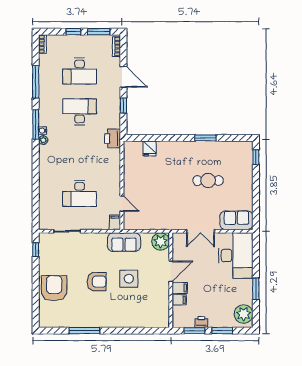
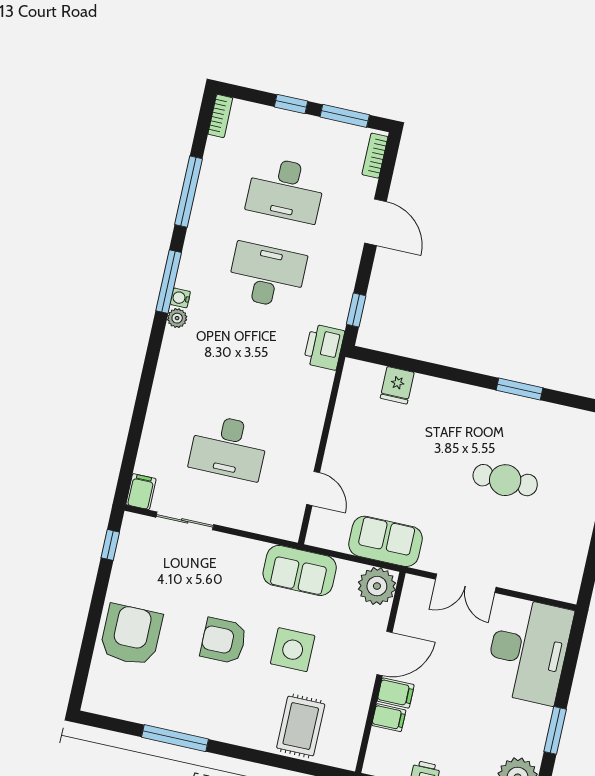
window: (123, 106) -> (356, 310), moved
sofa: (236, 220) -> (385, 541), moved
filing cabinet: (115, 222) -> (141, 492), moved
armchair: (97, 282) -> (223, 641), turned 180
rug: (140, 312) -> (301, 726), added

